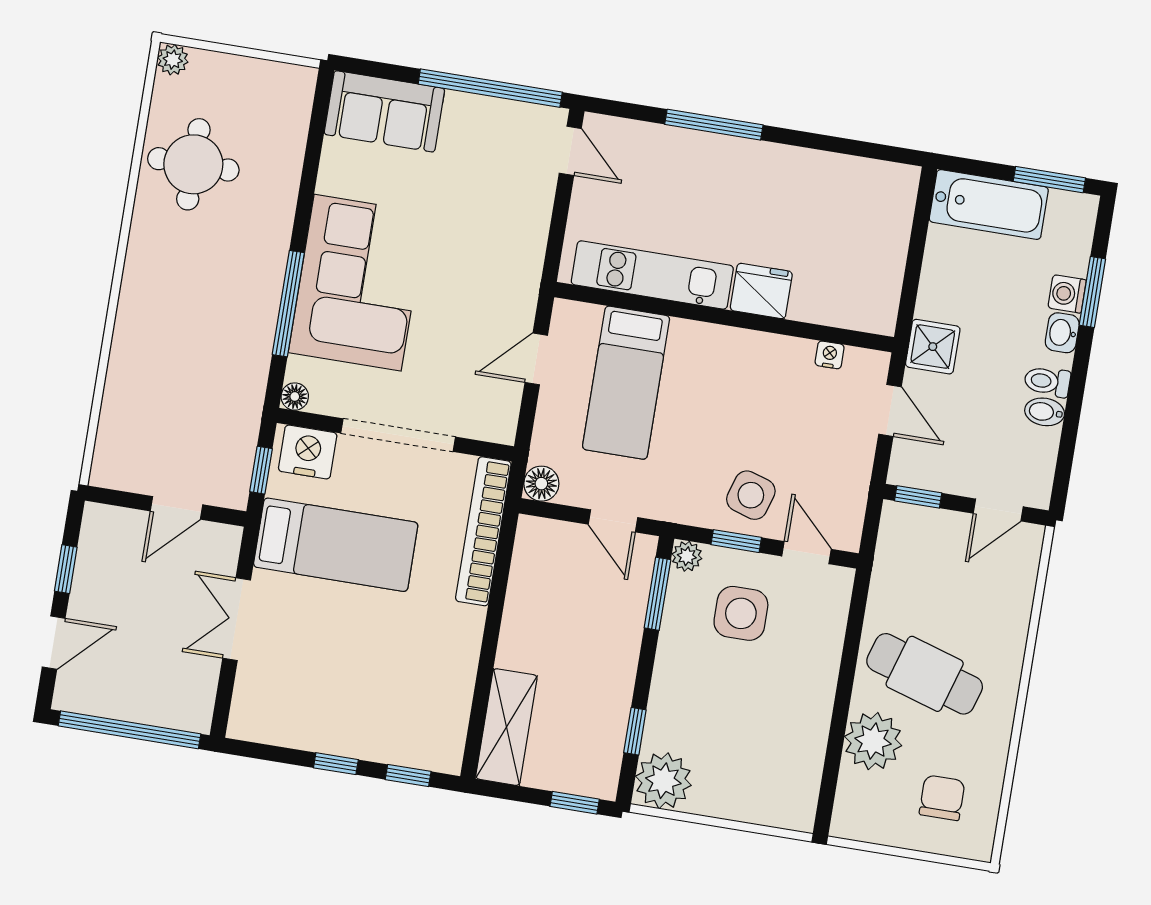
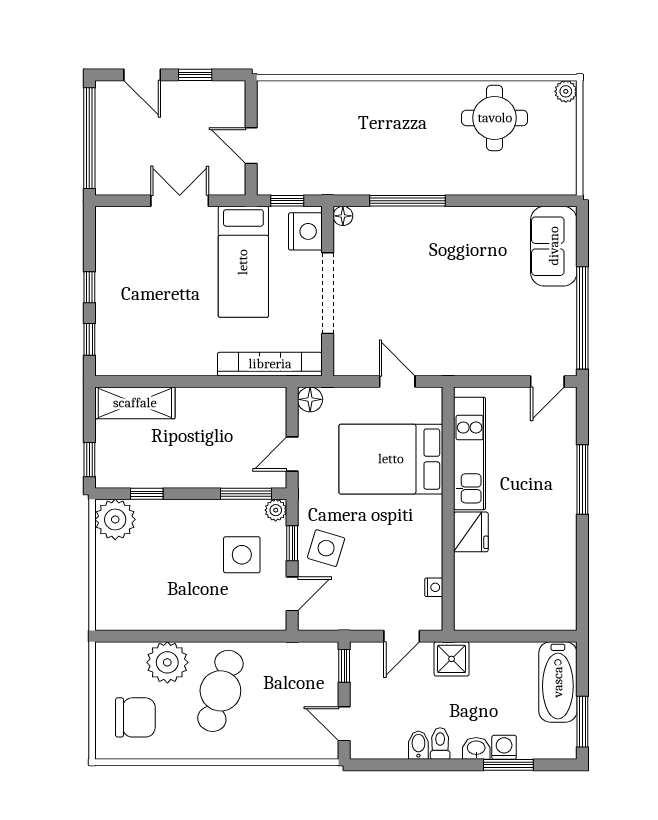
corner sofa: (358, 283) -> (430, 247), removed
bed: (626, 383) -> (391, 459), width x1.50
chair: (942, 798) -> (135, 717), width x1.37, depth x1.37

